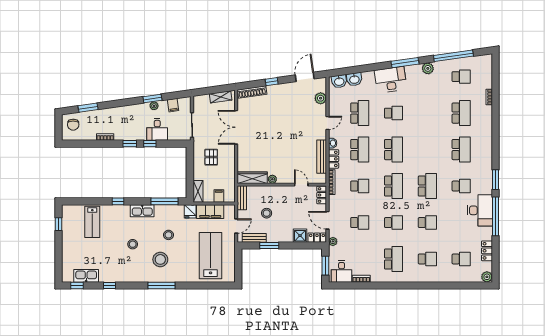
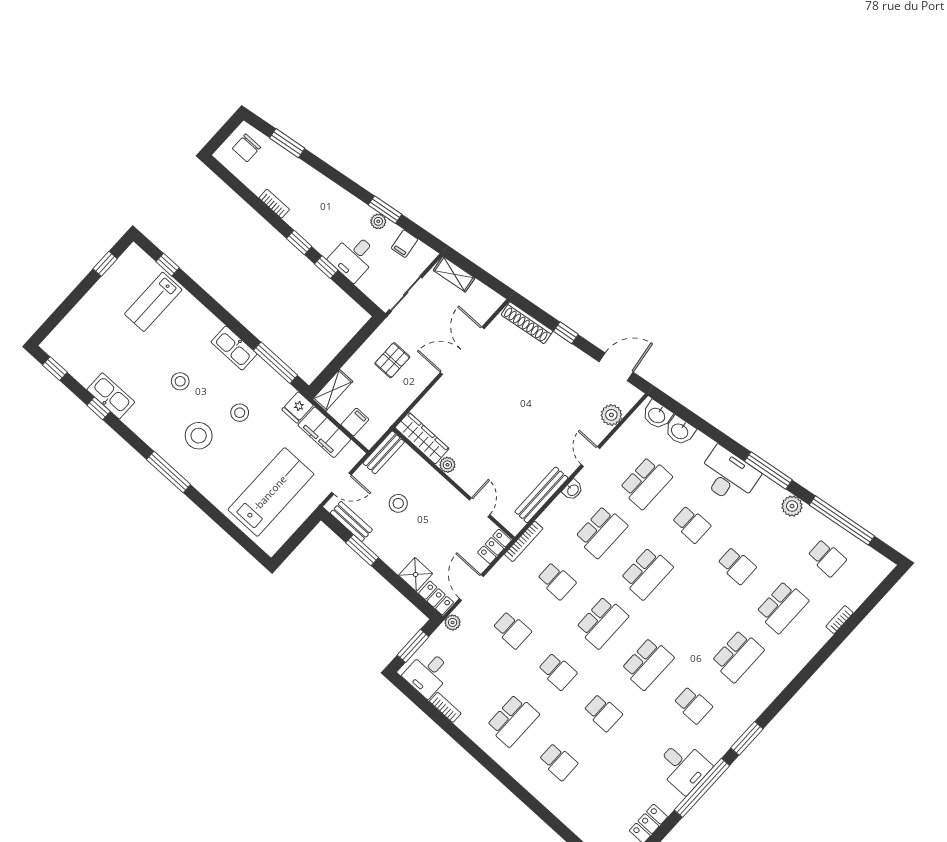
shelving: (221, 97) -> (454, 274), moved
door: (327, 123) -> (590, 457), swing flipped
locker: (334, 159) -> (555, 512), removed
window: (118, 201) -> (168, 265), moved
desk: (480, 210) -> (683, 766), width x0.73
school desk: (461, 259) -> (737, 565), moved
kitchen sink: (86, 276) -> (111, 396), moved

